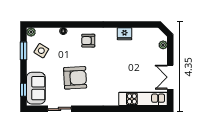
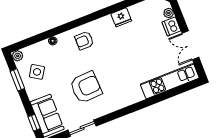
dishwasher: (161, 56) -> (171, 26), added

